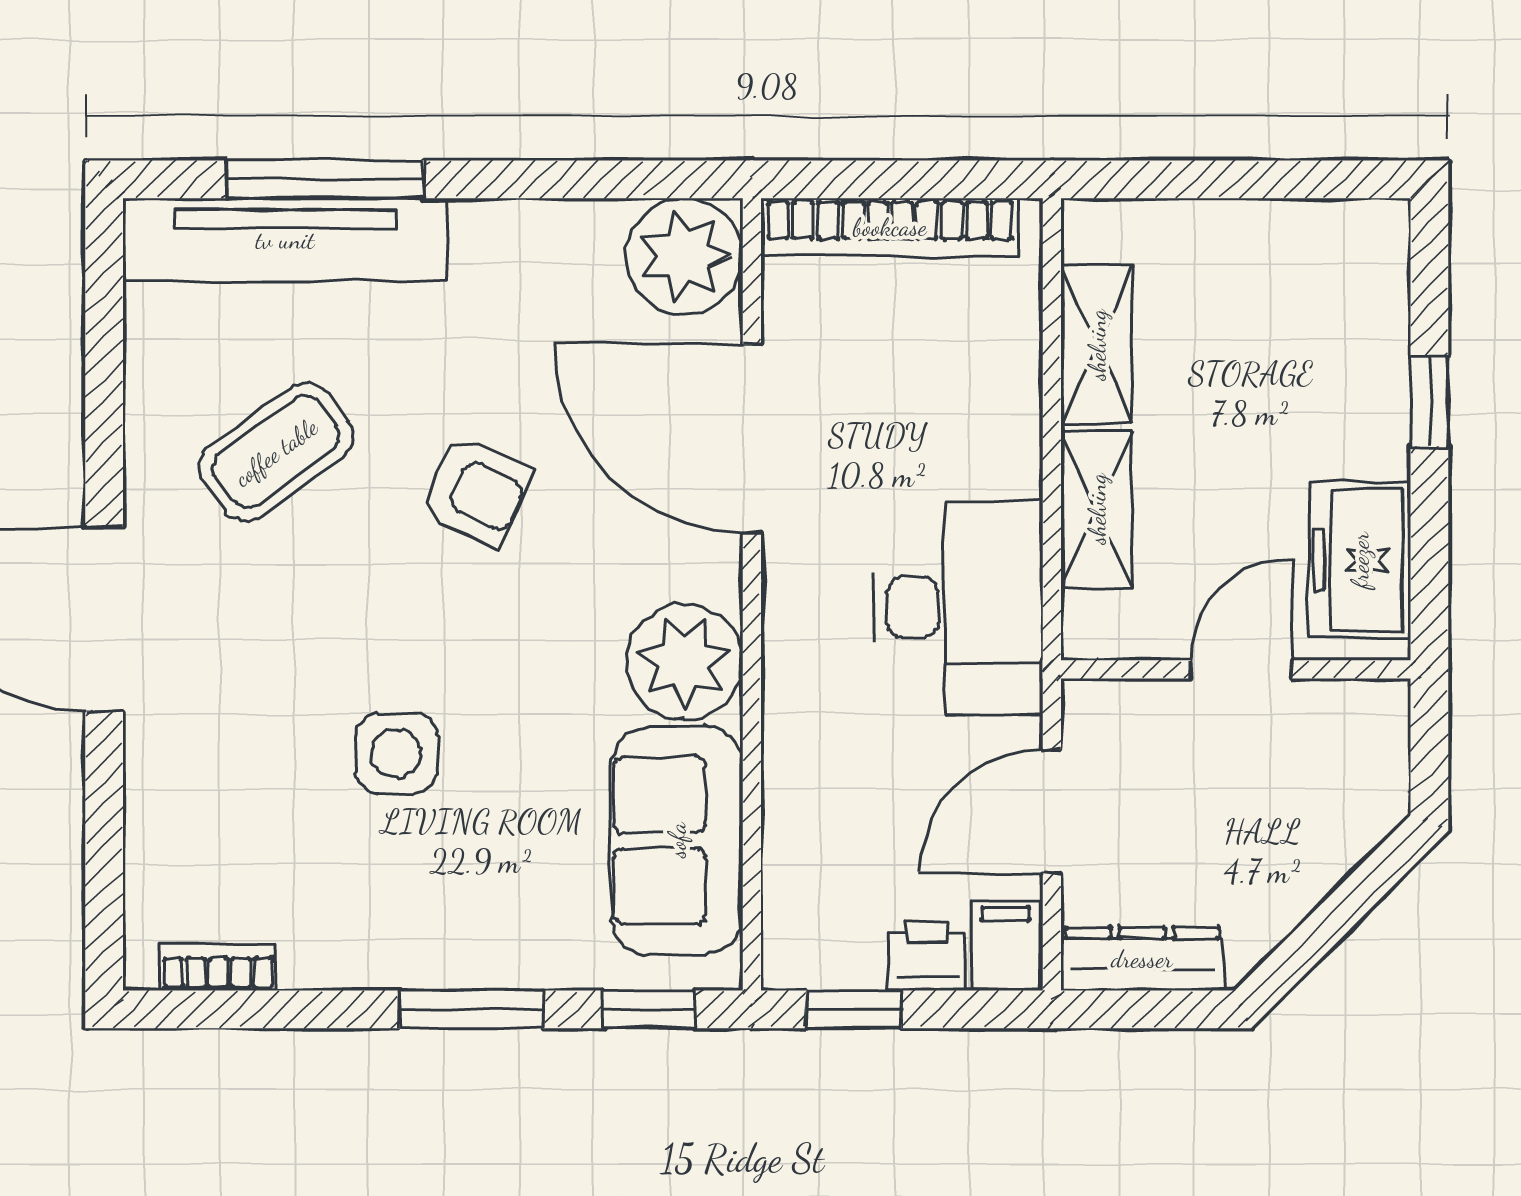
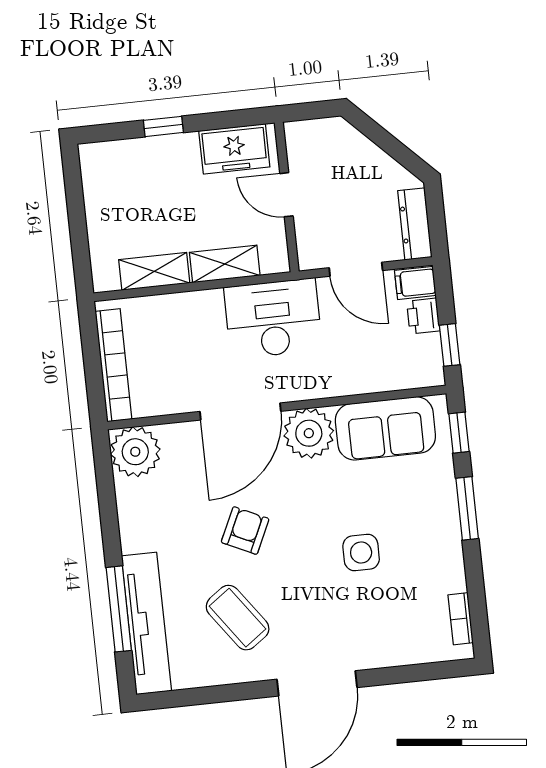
door: (752, 438) -> (240, 411), moved

